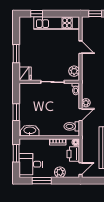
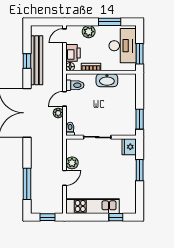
door: (81, 47) -> (64, 178), swing flipped
plant: (74, 71) -> (72, 163), moved
window: (16, 112) -> (140, 119), moved
washbasin: (30, 131) -> (107, 80), moved
desk: (31, 164) -> (123, 46), width x1.37

